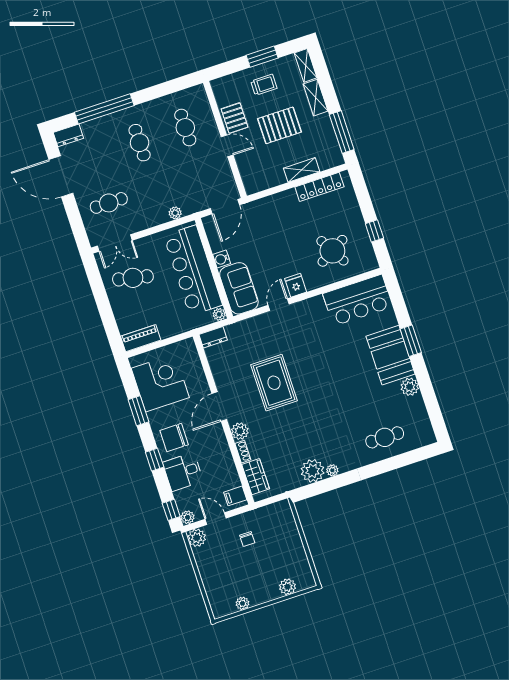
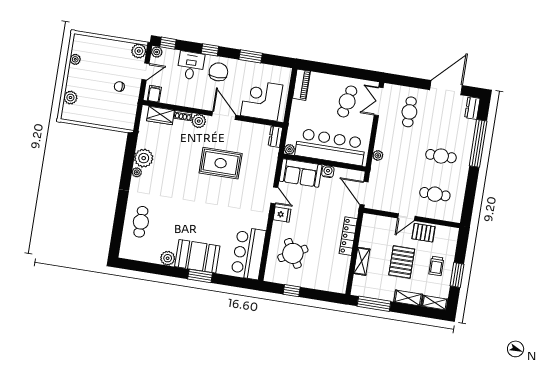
locker: (319, 187) -> (348, 236), moved
corner desk: (160, 383) -> (262, 100), moved, turned 180

